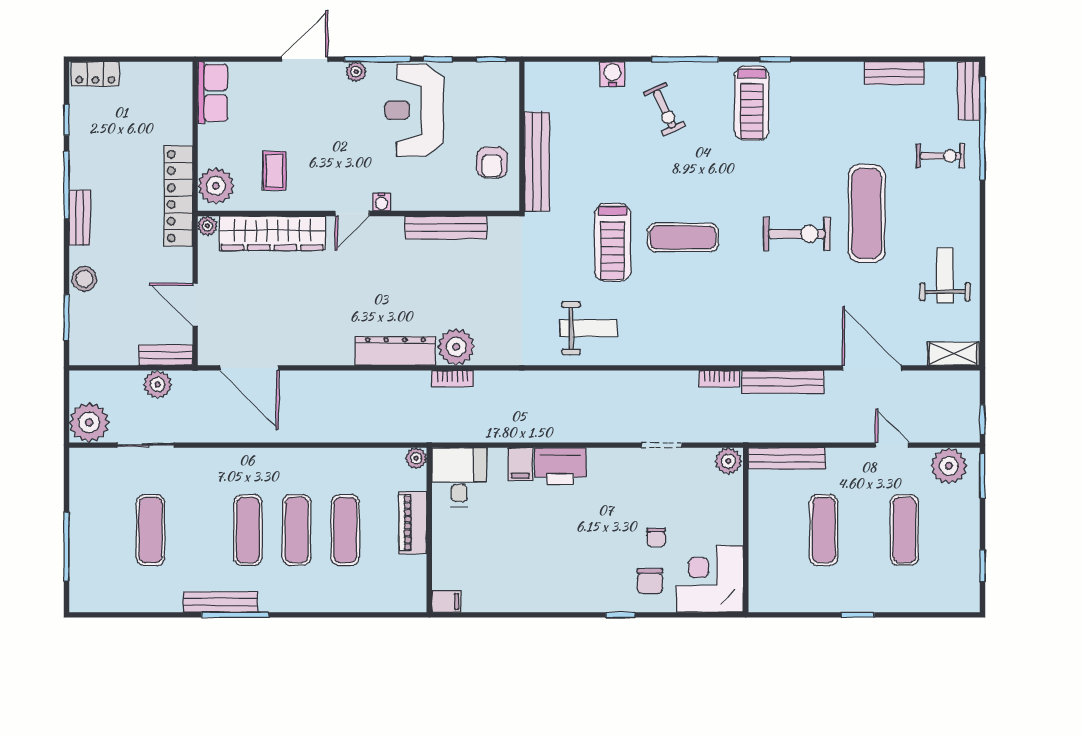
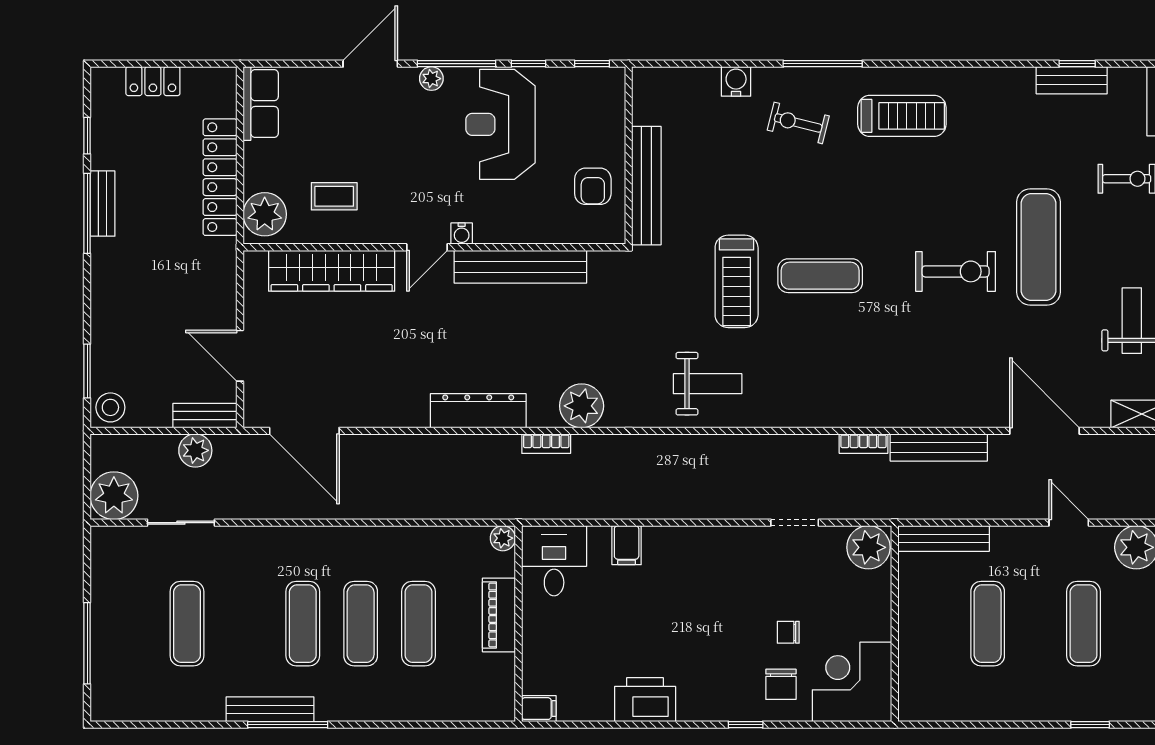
window: (775, 59) -> (1077, 64), moved
locker: (95, 74) -> (153, 81), moved
treadmill: (752, 103) -> (902, 116), turned -90
exercise bike: (665, 109) -> (798, 123), turned 129
coffee table: (274, 171) -> (334, 196), turned 90
locker: (178, 196) -> (220, 177), moved
bench: (80, 218) -> (103, 204), moved
plant: (207, 226) -> (255, 262), removed
bench: (446, 228) -> (520, 267), width x1.37, depth x1.21
stool: (84, 279) -> (110, 407), moved
plant: (456, 347) -> (582, 406), moved
plant: (728, 461) -> (868, 547), width x1.36, depth x1.36
printer: (560, 466) -> (645, 700), moved, turned 180
chair: (656, 537) -> (788, 632), turned 90
window: (858, 615) -> (1090, 725), moved

